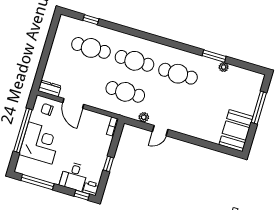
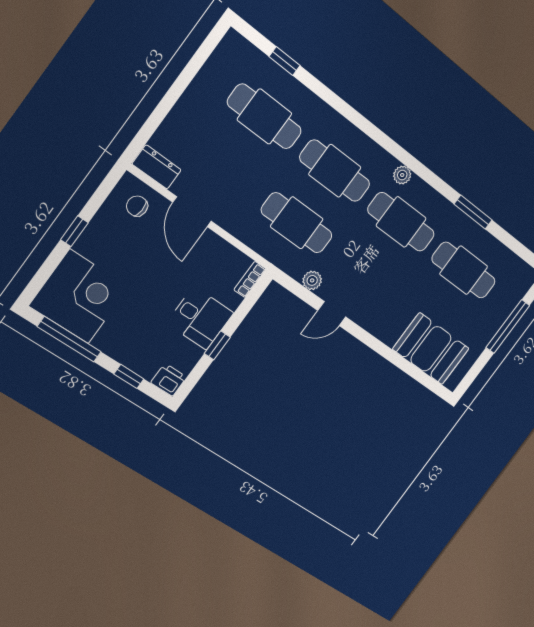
plant: (224, 67) -> (402, 175), moved
cafe table: (221, 87) -> (464, 270), added
window: (23, 130) -> (74, 231), width x0.32
booth: (236, 131) -> (431, 349), moved, turned 90
corner desk: (40, 143) -> (79, 297), moved
desk: (74, 176) -> (200, 318), moved, turned -90
window: (82, 195) -> (129, 376), moved

